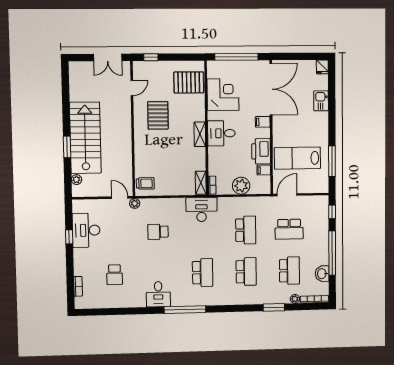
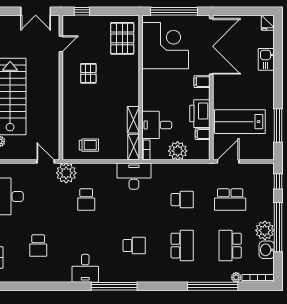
pallet: (189, 82) -> (122, 38), turned 90
corner desk: (223, 95) -> (165, 46), width x1.36, depth x1.36
pallet: (158, 115) -> (88, 73), width x0.67, depth x0.71
desk: (221, 133) -> (157, 125), moved
shelving: (200, 134) -> (133, 120), moved
trolley: (145, 183) -> (89, 145), moved
plant: (135, 203) -> (66, 173), width x1.88, depth x1.88
school desk: (246, 230) -> (182, 200), width x0.54
school desk: (158, 232) -> (86, 200), turned -90
plant: (320, 256) -> (265, 230), added
school desk: (289, 271) -> (230, 246), turned 180
school desk: (203, 273) -> (134, 246), width x0.54
window: (274, 307) -> (213, 286), width x2.11

